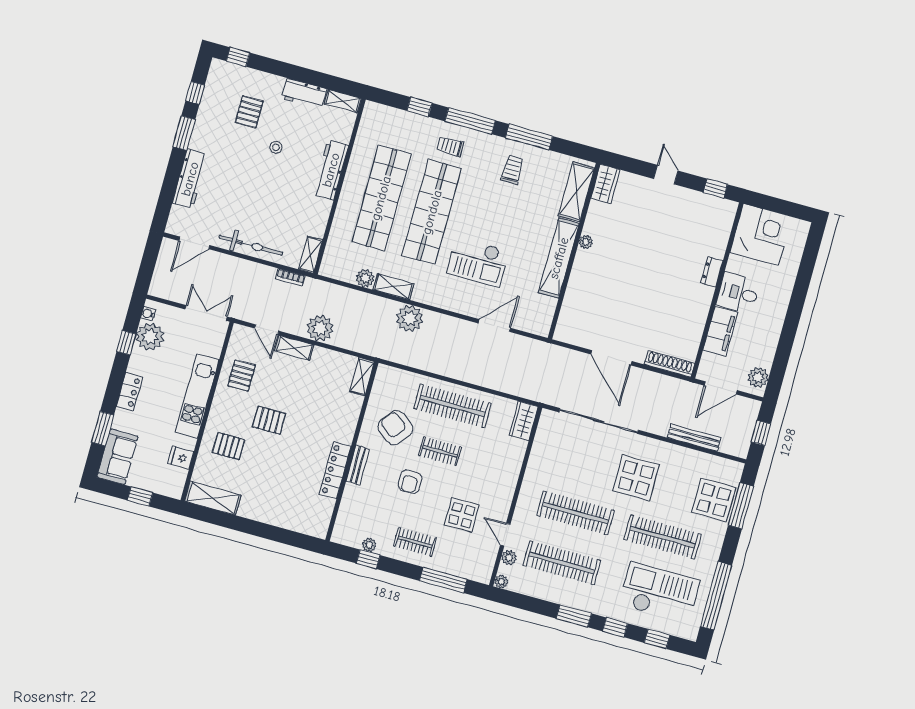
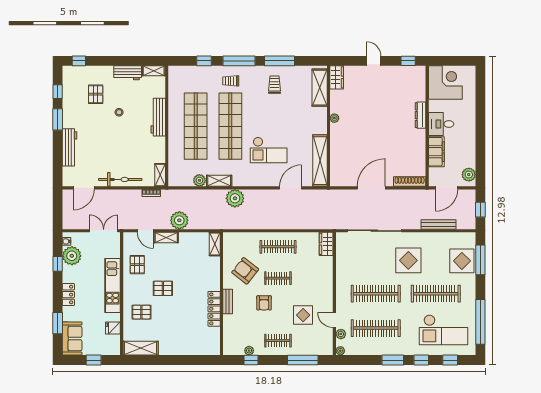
shelving: (559, 258) -> (320, 161), moved
dresser: (712, 272) -> (420, 115), width x1.44
door: (611, 358) -> (371, 188), swing flipped
clothes rail: (453, 406) -> (278, 247), width x0.73, depth x0.76
checkout: (659, 592) -> (443, 330), turned 180

